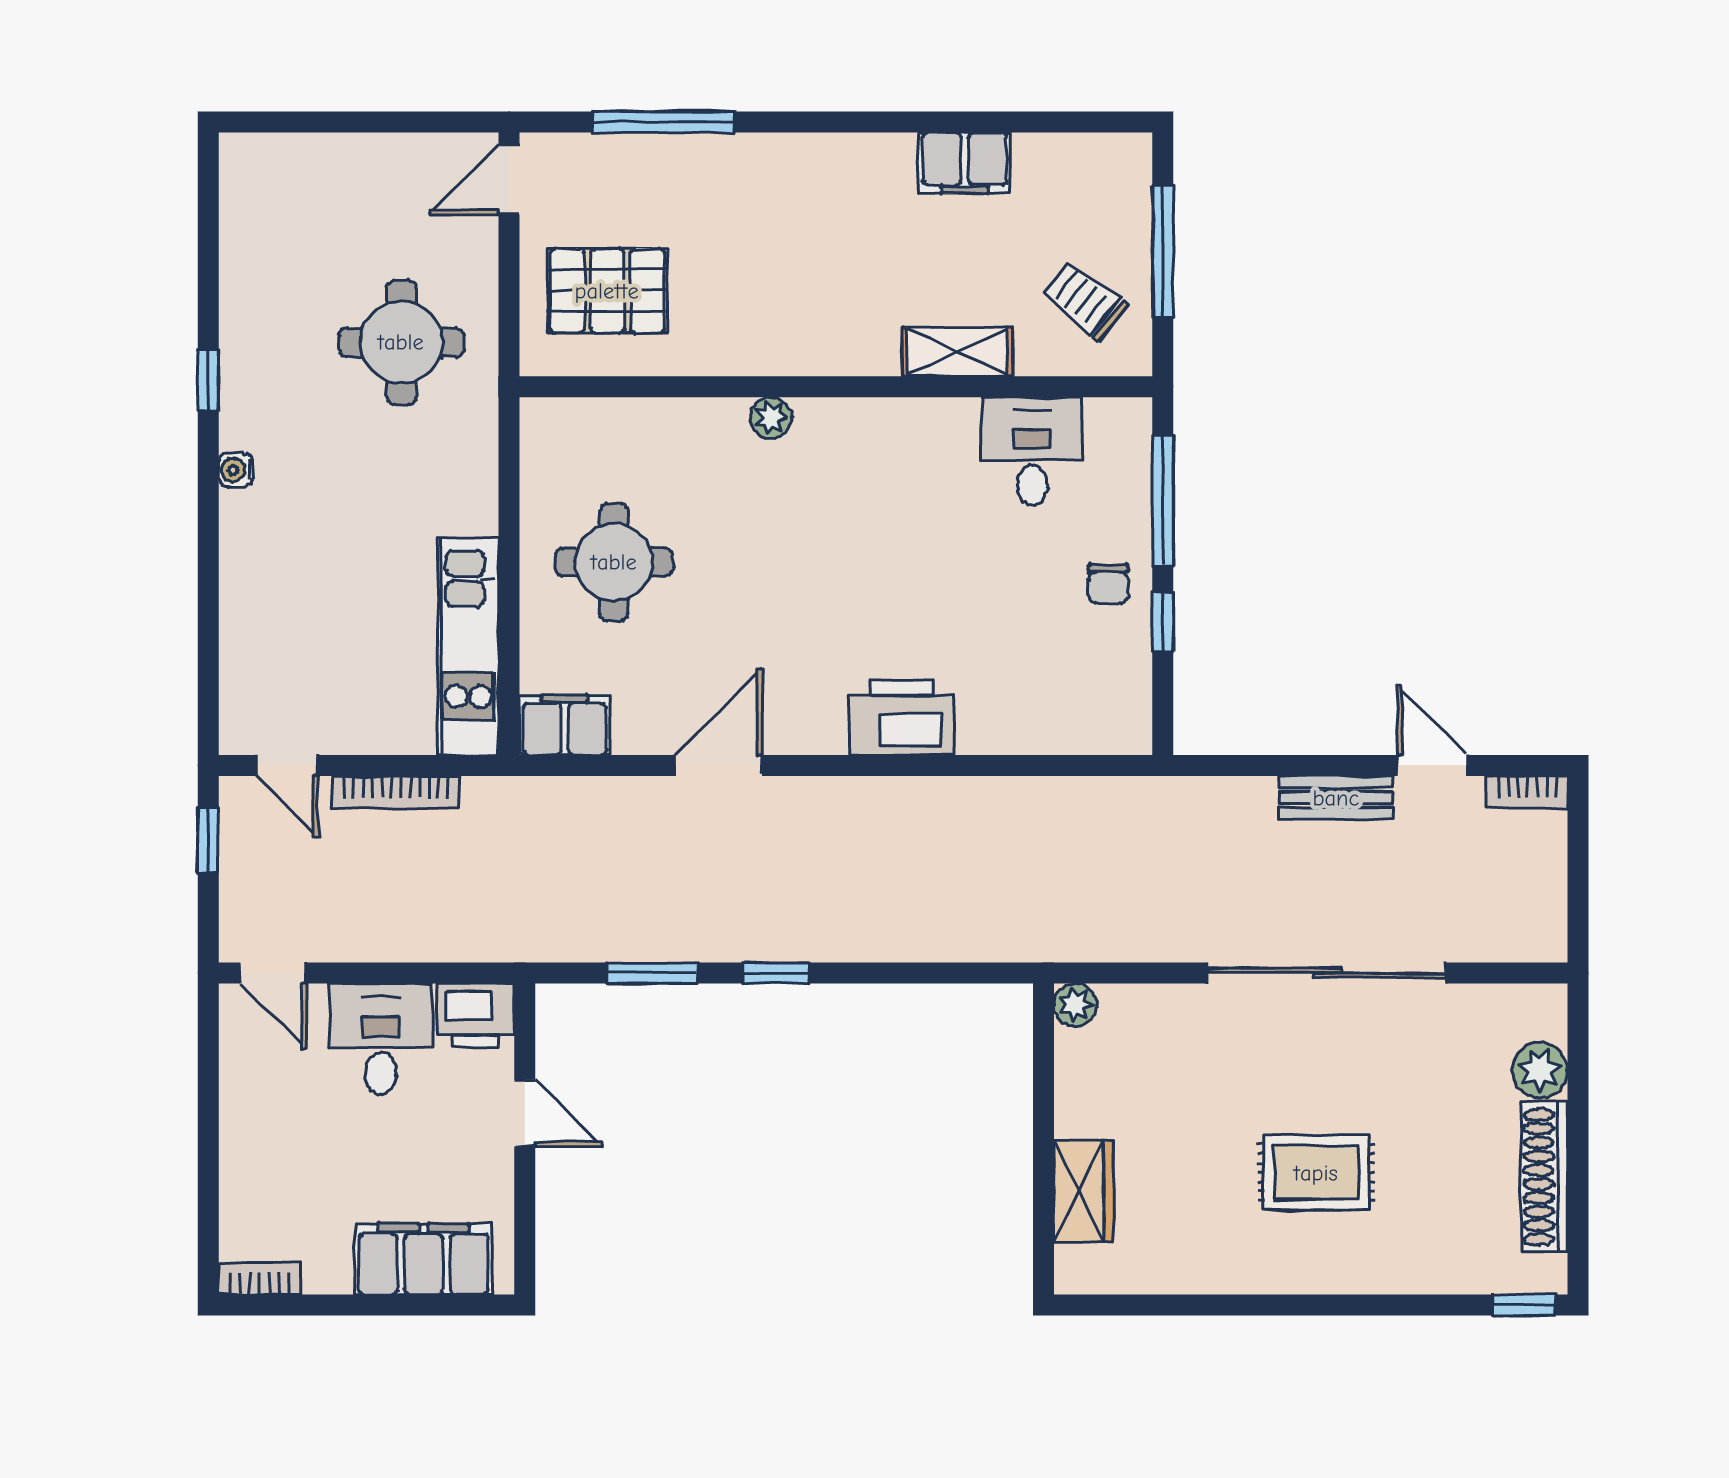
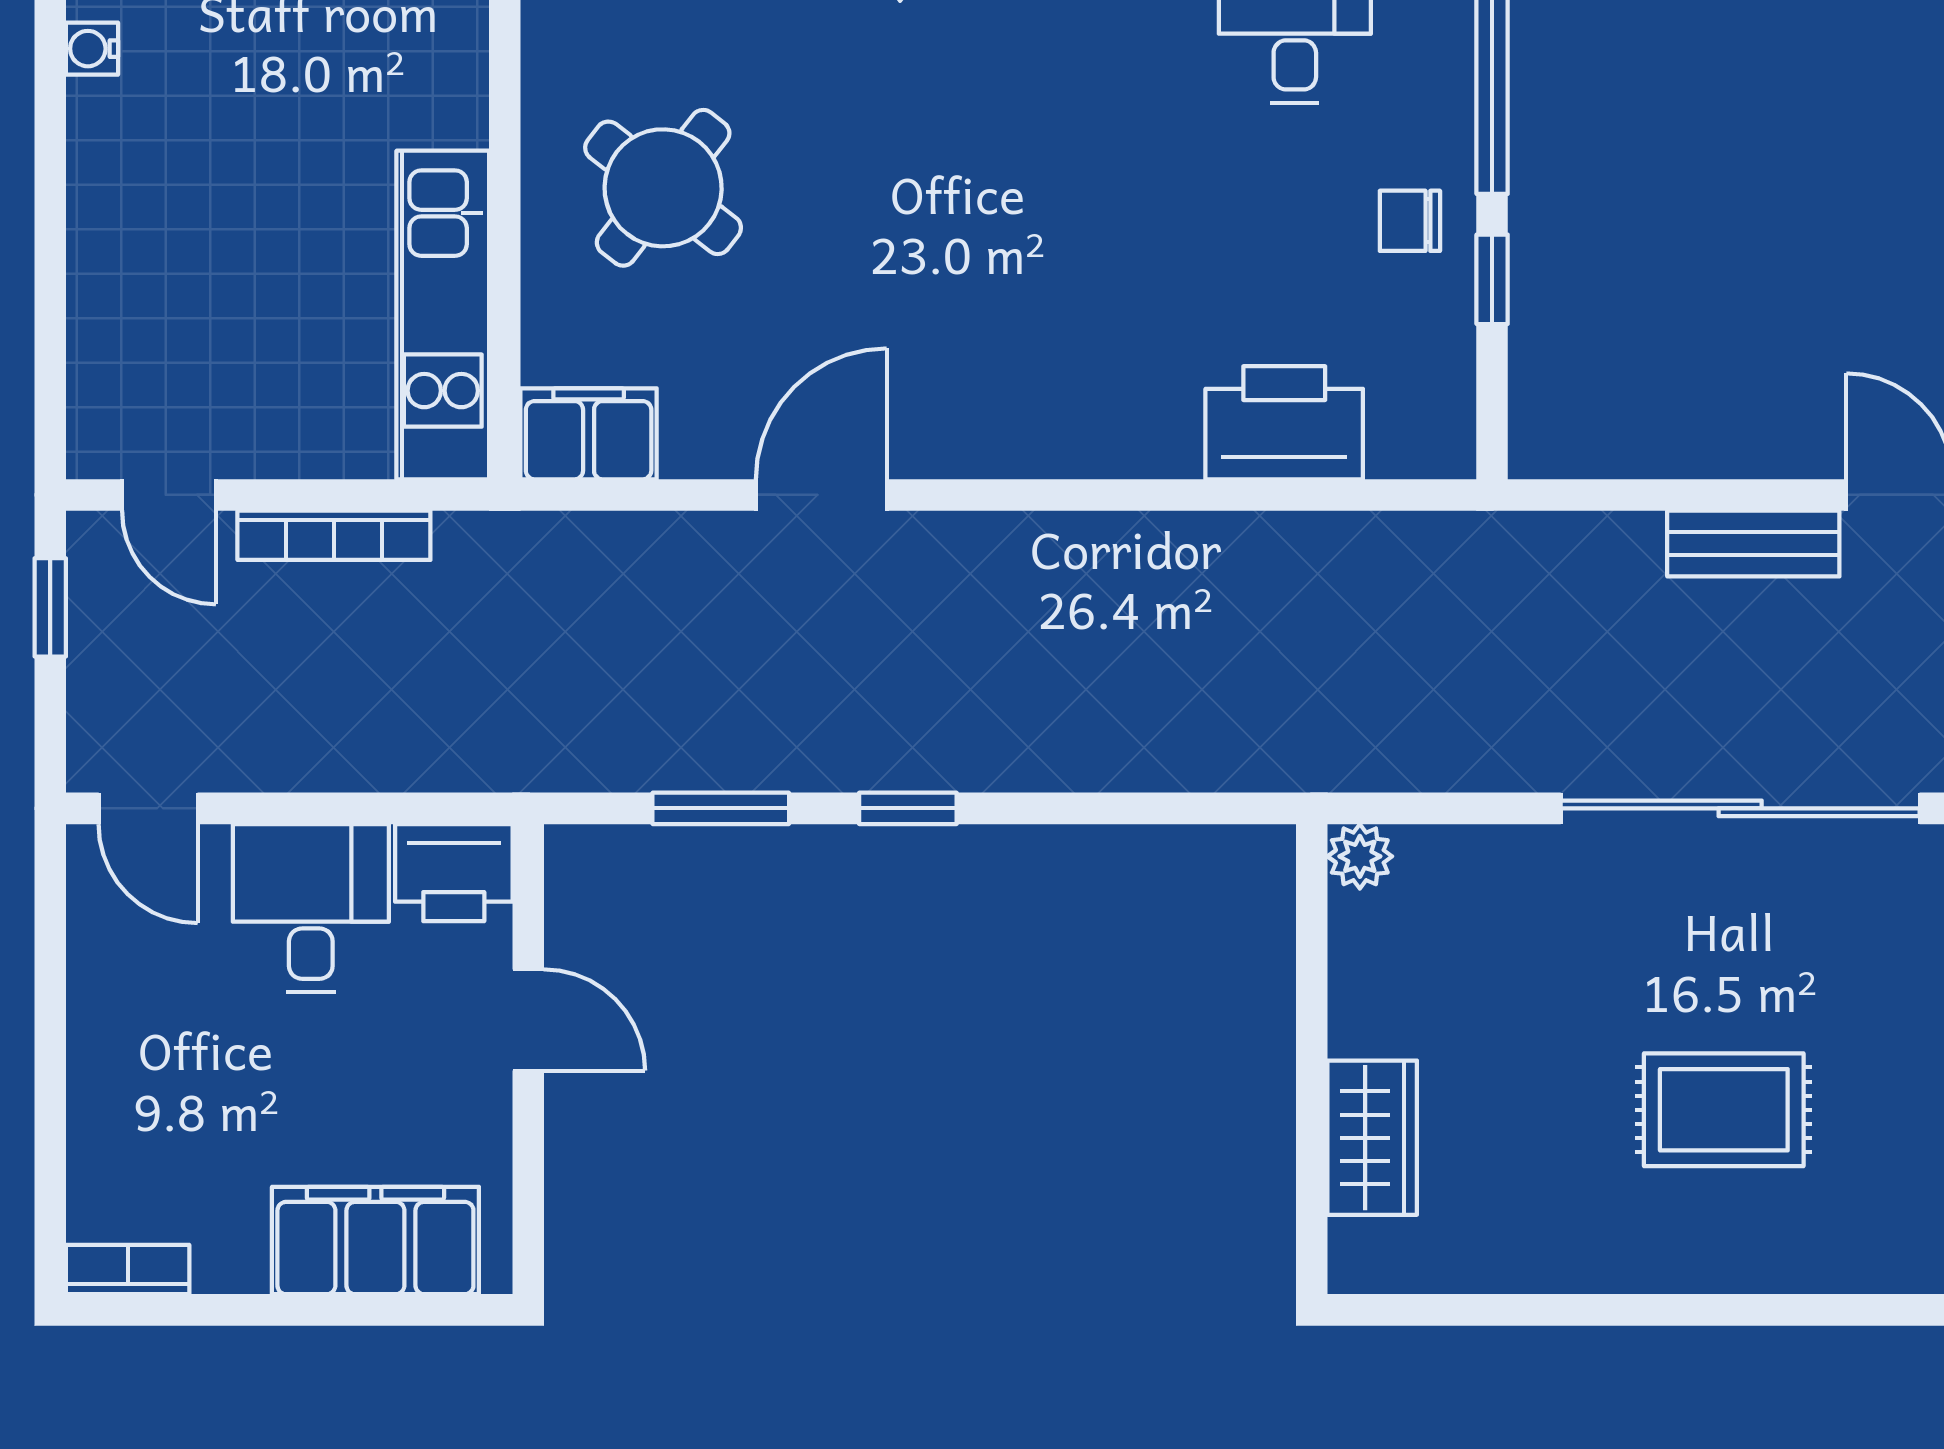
round table: (614, 562) -> (663, 188), turned 38
chair: (1108, 584) -> (1410, 221), turned 90
printer: (902, 718) -> (1284, 423), moved

